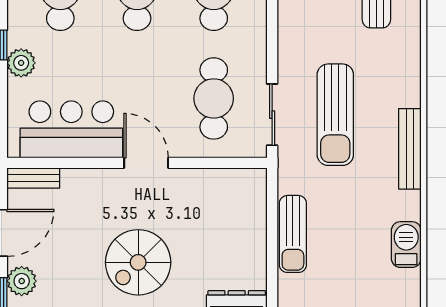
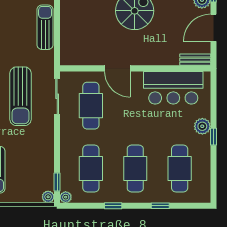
sun lounger: (335, 115) -> (21, 96), turned 180
door: (146, 163) -> (117, 68), moved

